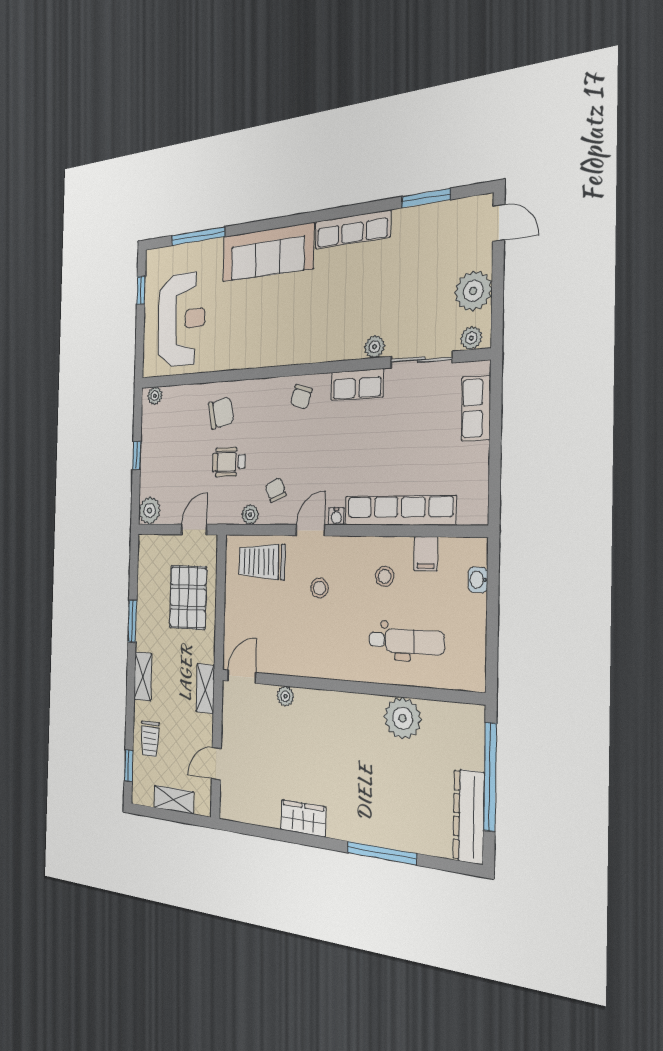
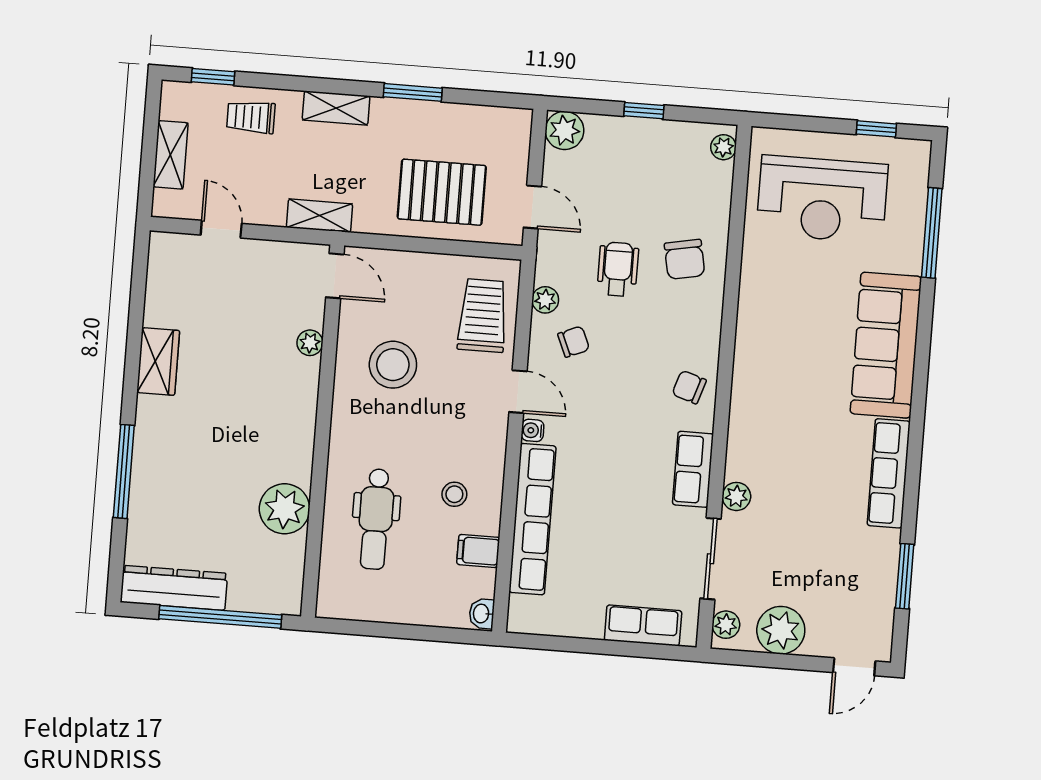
washbasin: (478, 580) -> (482, 614), moved, turned -90
stool: (319, 588) -> (393, 365), moved, width x1.89, depth x1.89

